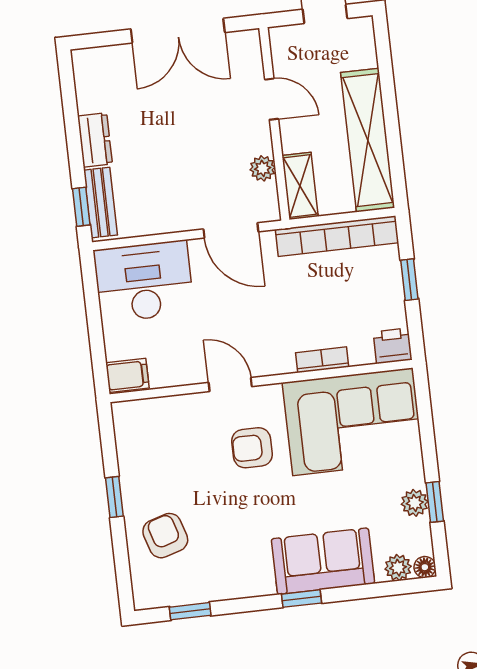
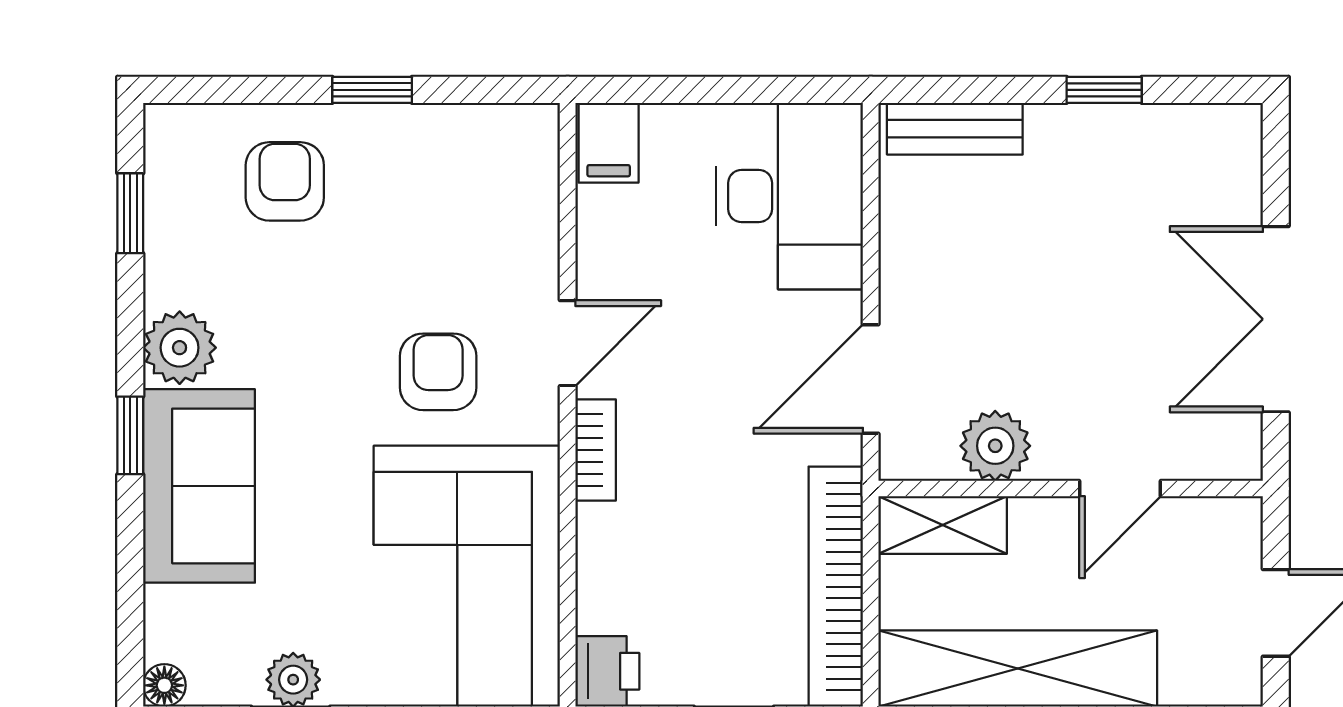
dresser: (95, 140) -> (1079, 132), removed
plant: (263, 168) -> (995, 446), width x1.38, depth x1.38
window: (81, 207) -> (1104, 90), moved
bookcase: (322, 360) -> (596, 450), moved
armchair: (165, 536) -> (285, 181), turned -73
plant: (398, 568) -> (180, 348), moved, width x1.38, depth x1.38

